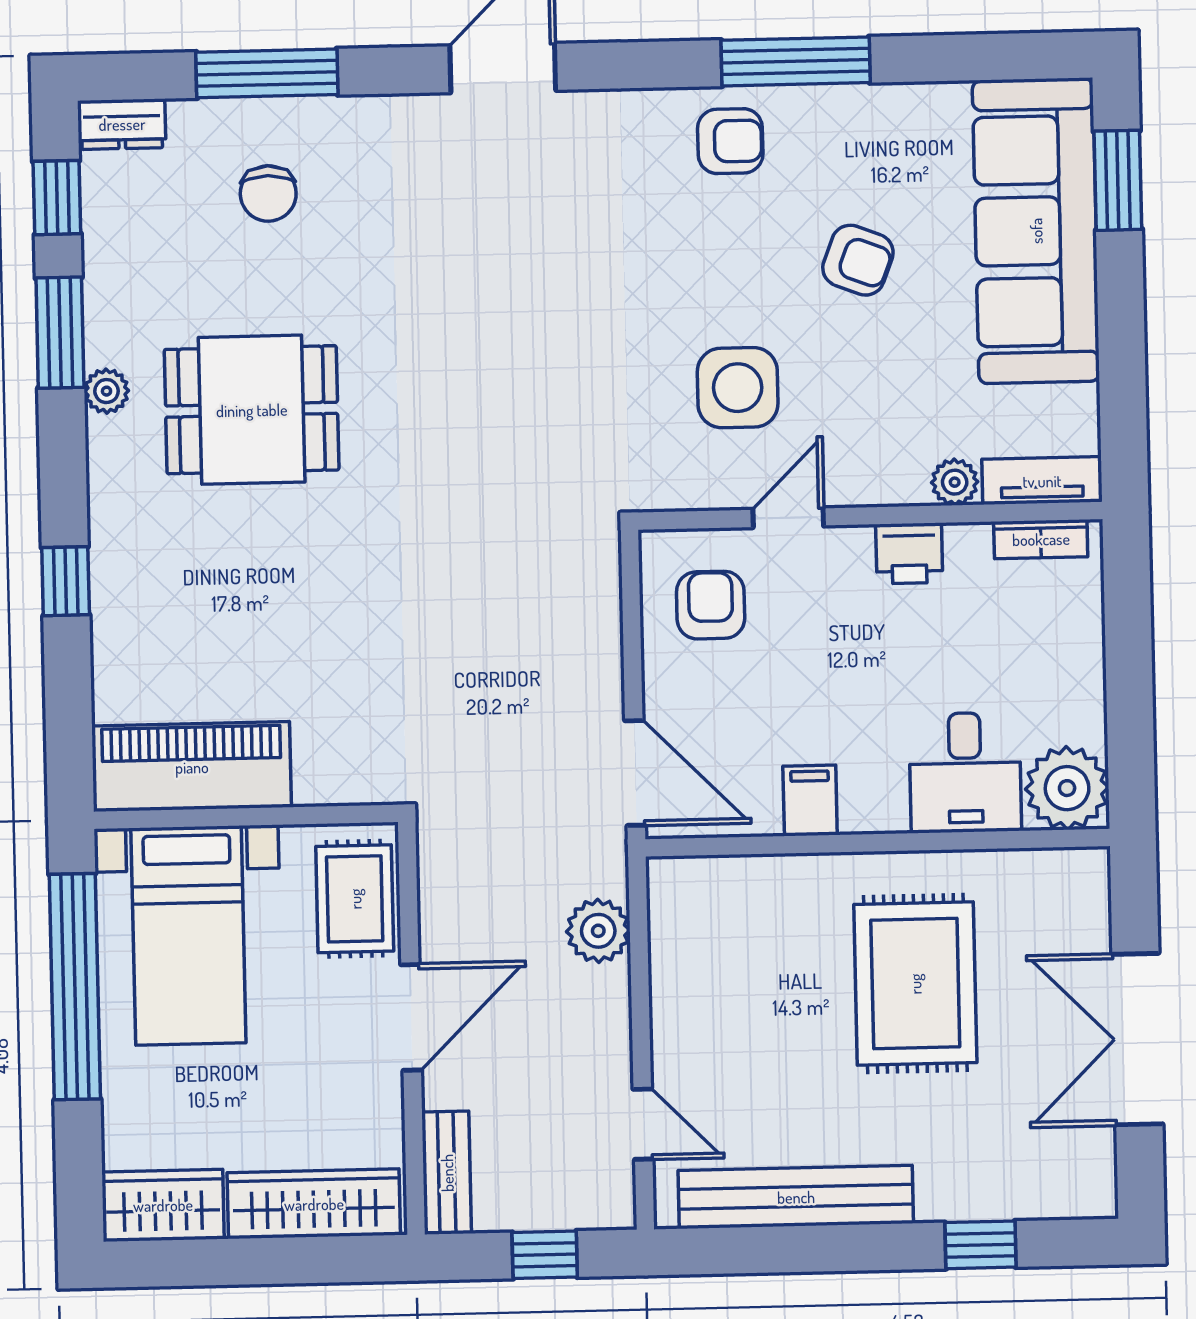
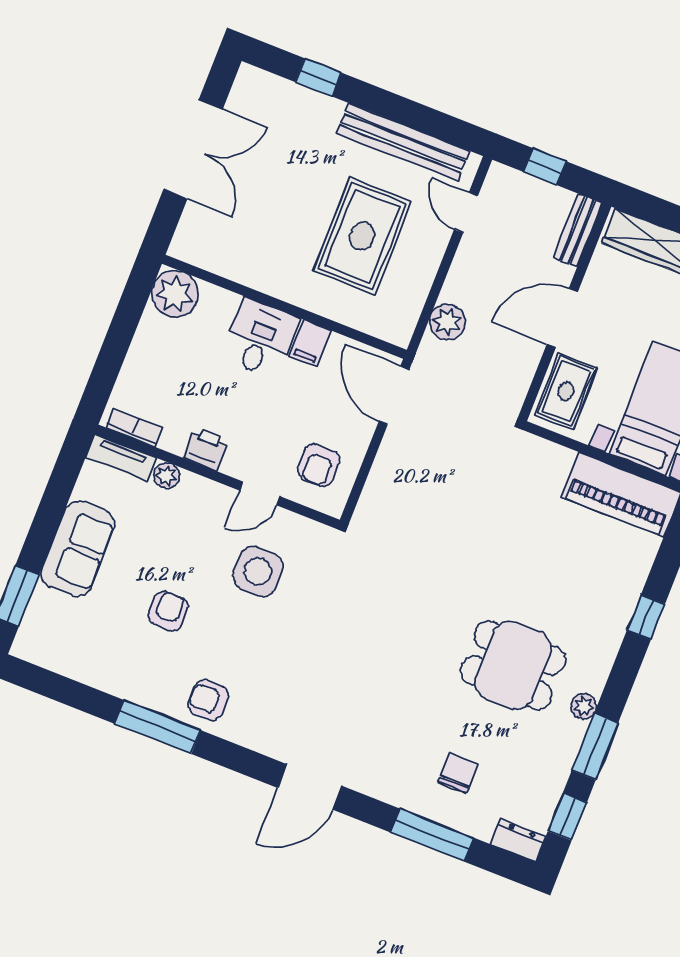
sofa: (1036, 231) -> (78, 549), width x0.54, depth x0.79
armchair: (858, 260) -> (168, 611), turned 69
desk: (965, 773) -> (260, 338), moved
rug: (915, 984) -> (362, 236), moved

